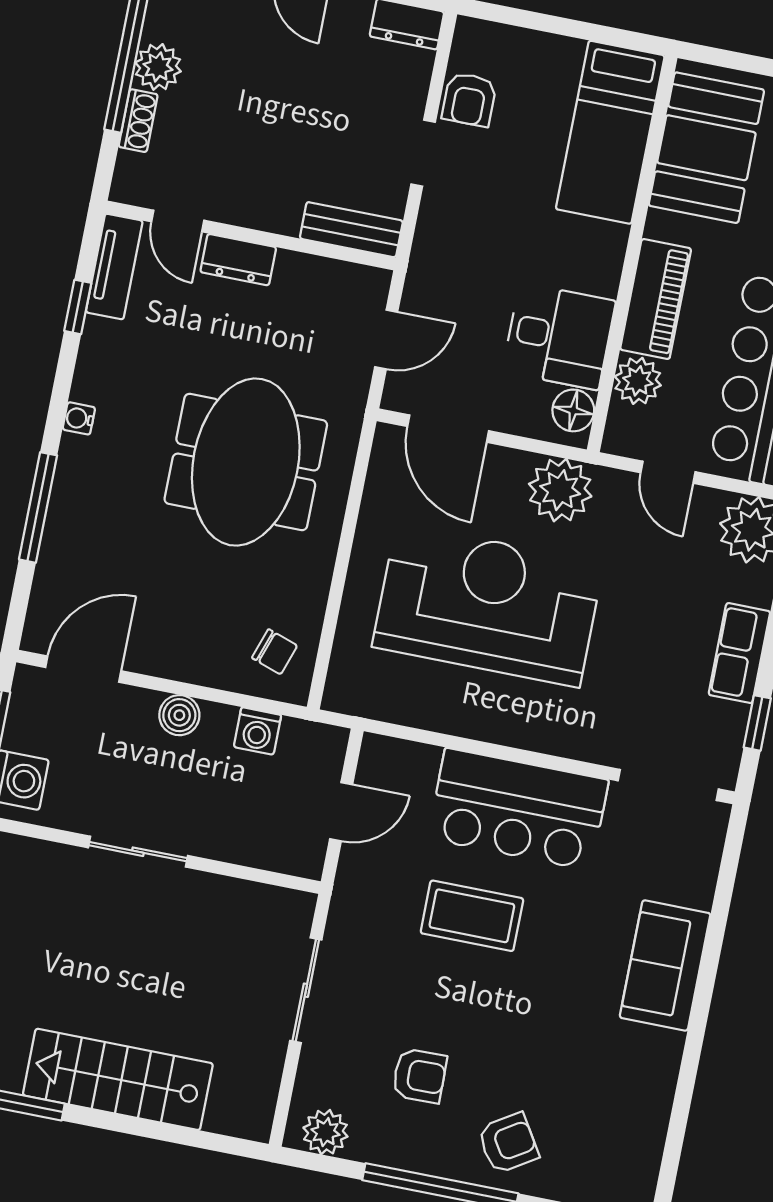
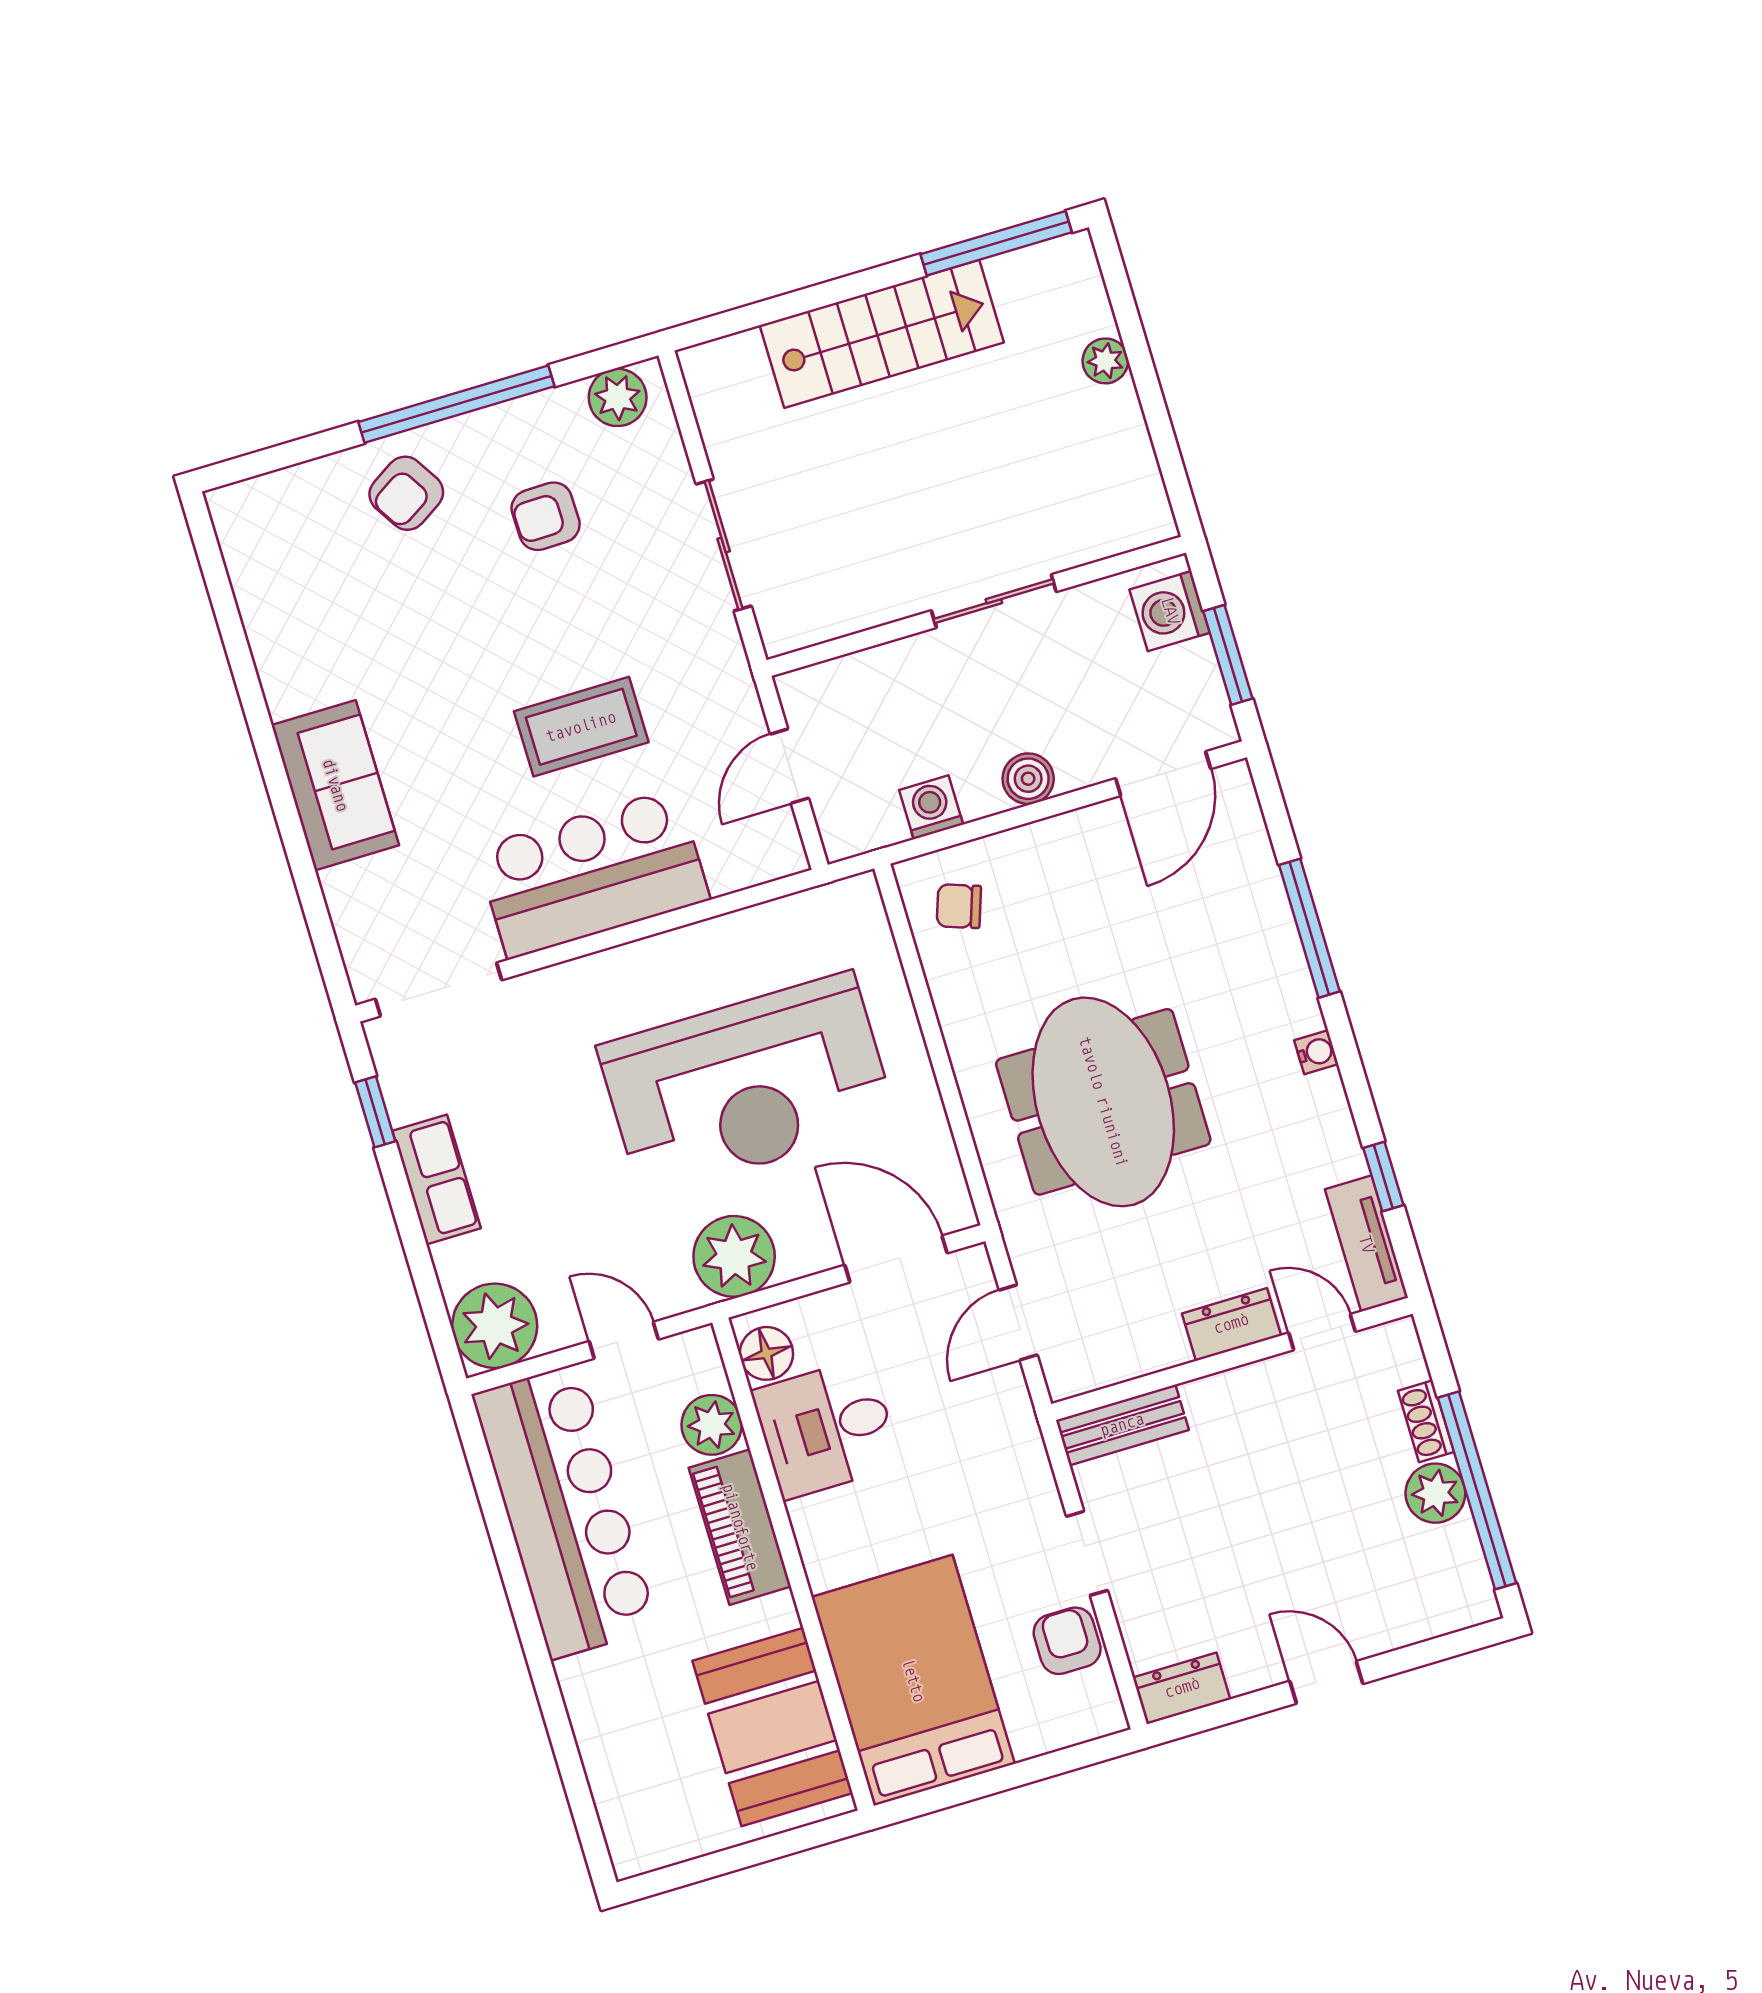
bed: (610, 132) -> (913, 1680), width x1.50

